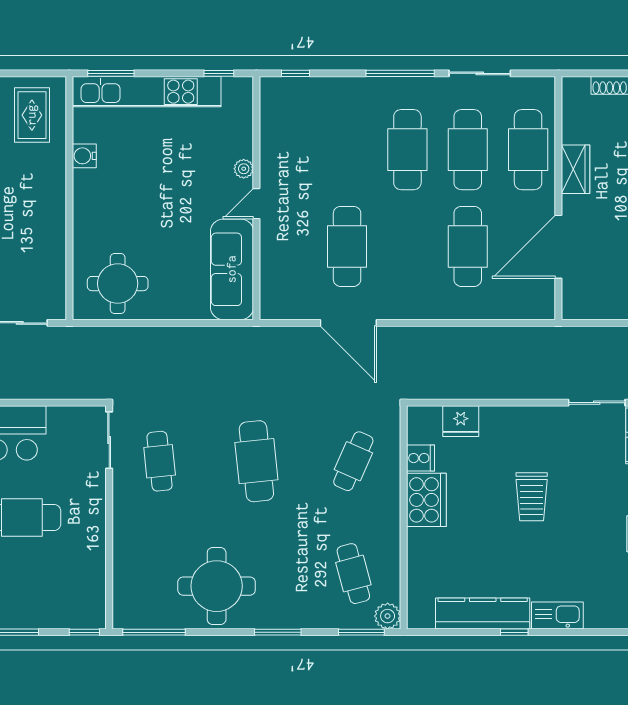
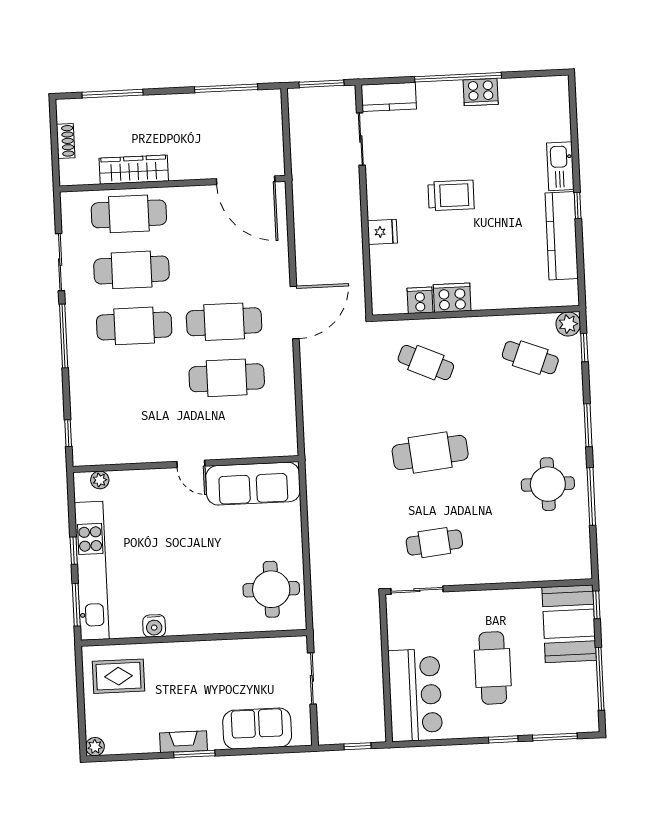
window: (219, 73) -> (74, 551), moved
plant: (244, 169) -> (100, 480), moved
wardrobe: (575, 169) -> (134, 170), width x1.50
cafe table: (468, 246) -> (224, 322), moved
door: (558, 247) -> (246, 180), moved
door: (348, 323) -> (295, 313), moved
fridge: (461, 421) -> (382, 232), moved, width x0.72
cooker: (426, 500) -> (452, 298), width x0.73, depth x0.76
cafe table: (353, 574) -> (530, 358), turned 36
round table: (217, 586) -> (548, 484), width x0.73, depth x0.73
booth: (65, 602) -> (569, 624), added
window: (154, 632) -> (591, 496), moved
window: (361, 632) -> (584, 348), width x0.67

